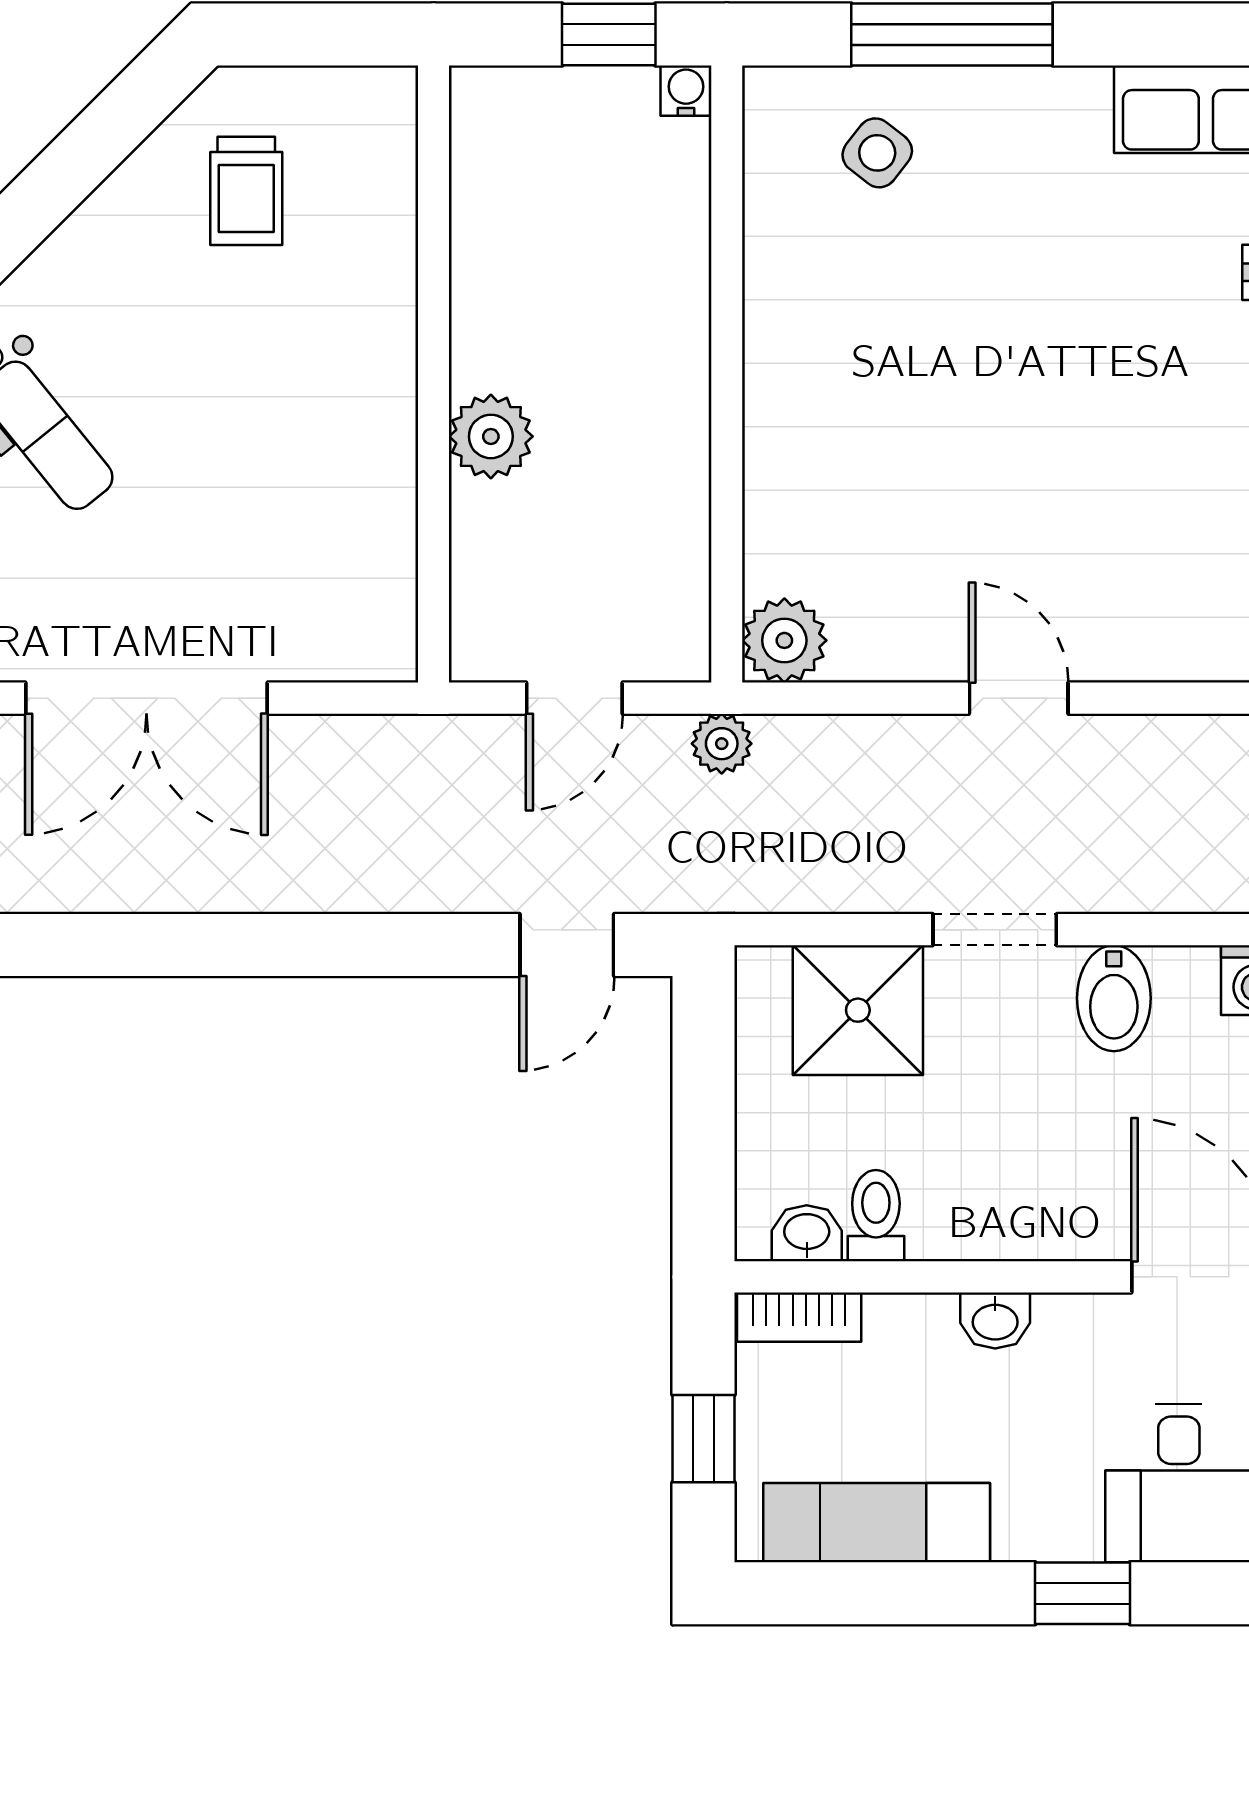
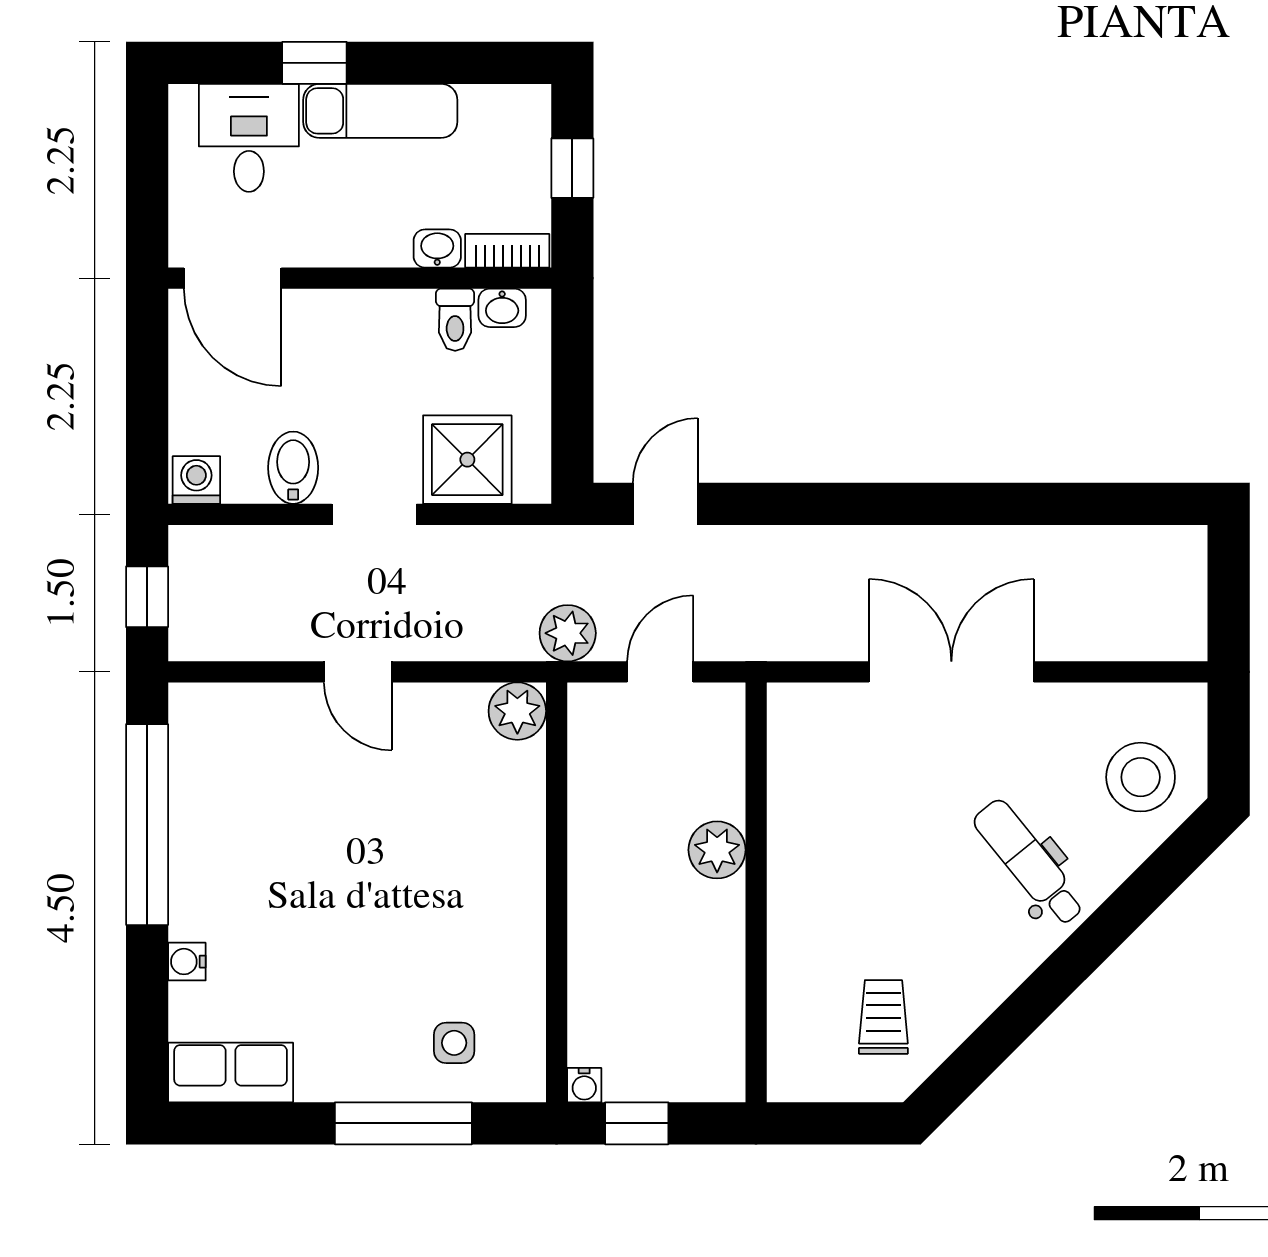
side table: (877, 153) -> (454, 1043), turned -38
plant: (722, 744) -> (568, 633), width x1.38, depth x1.38
washbasin: (995, 1320) -> (437, 249), moved
exam couch: (877, 1523) -> (380, 111), moved

